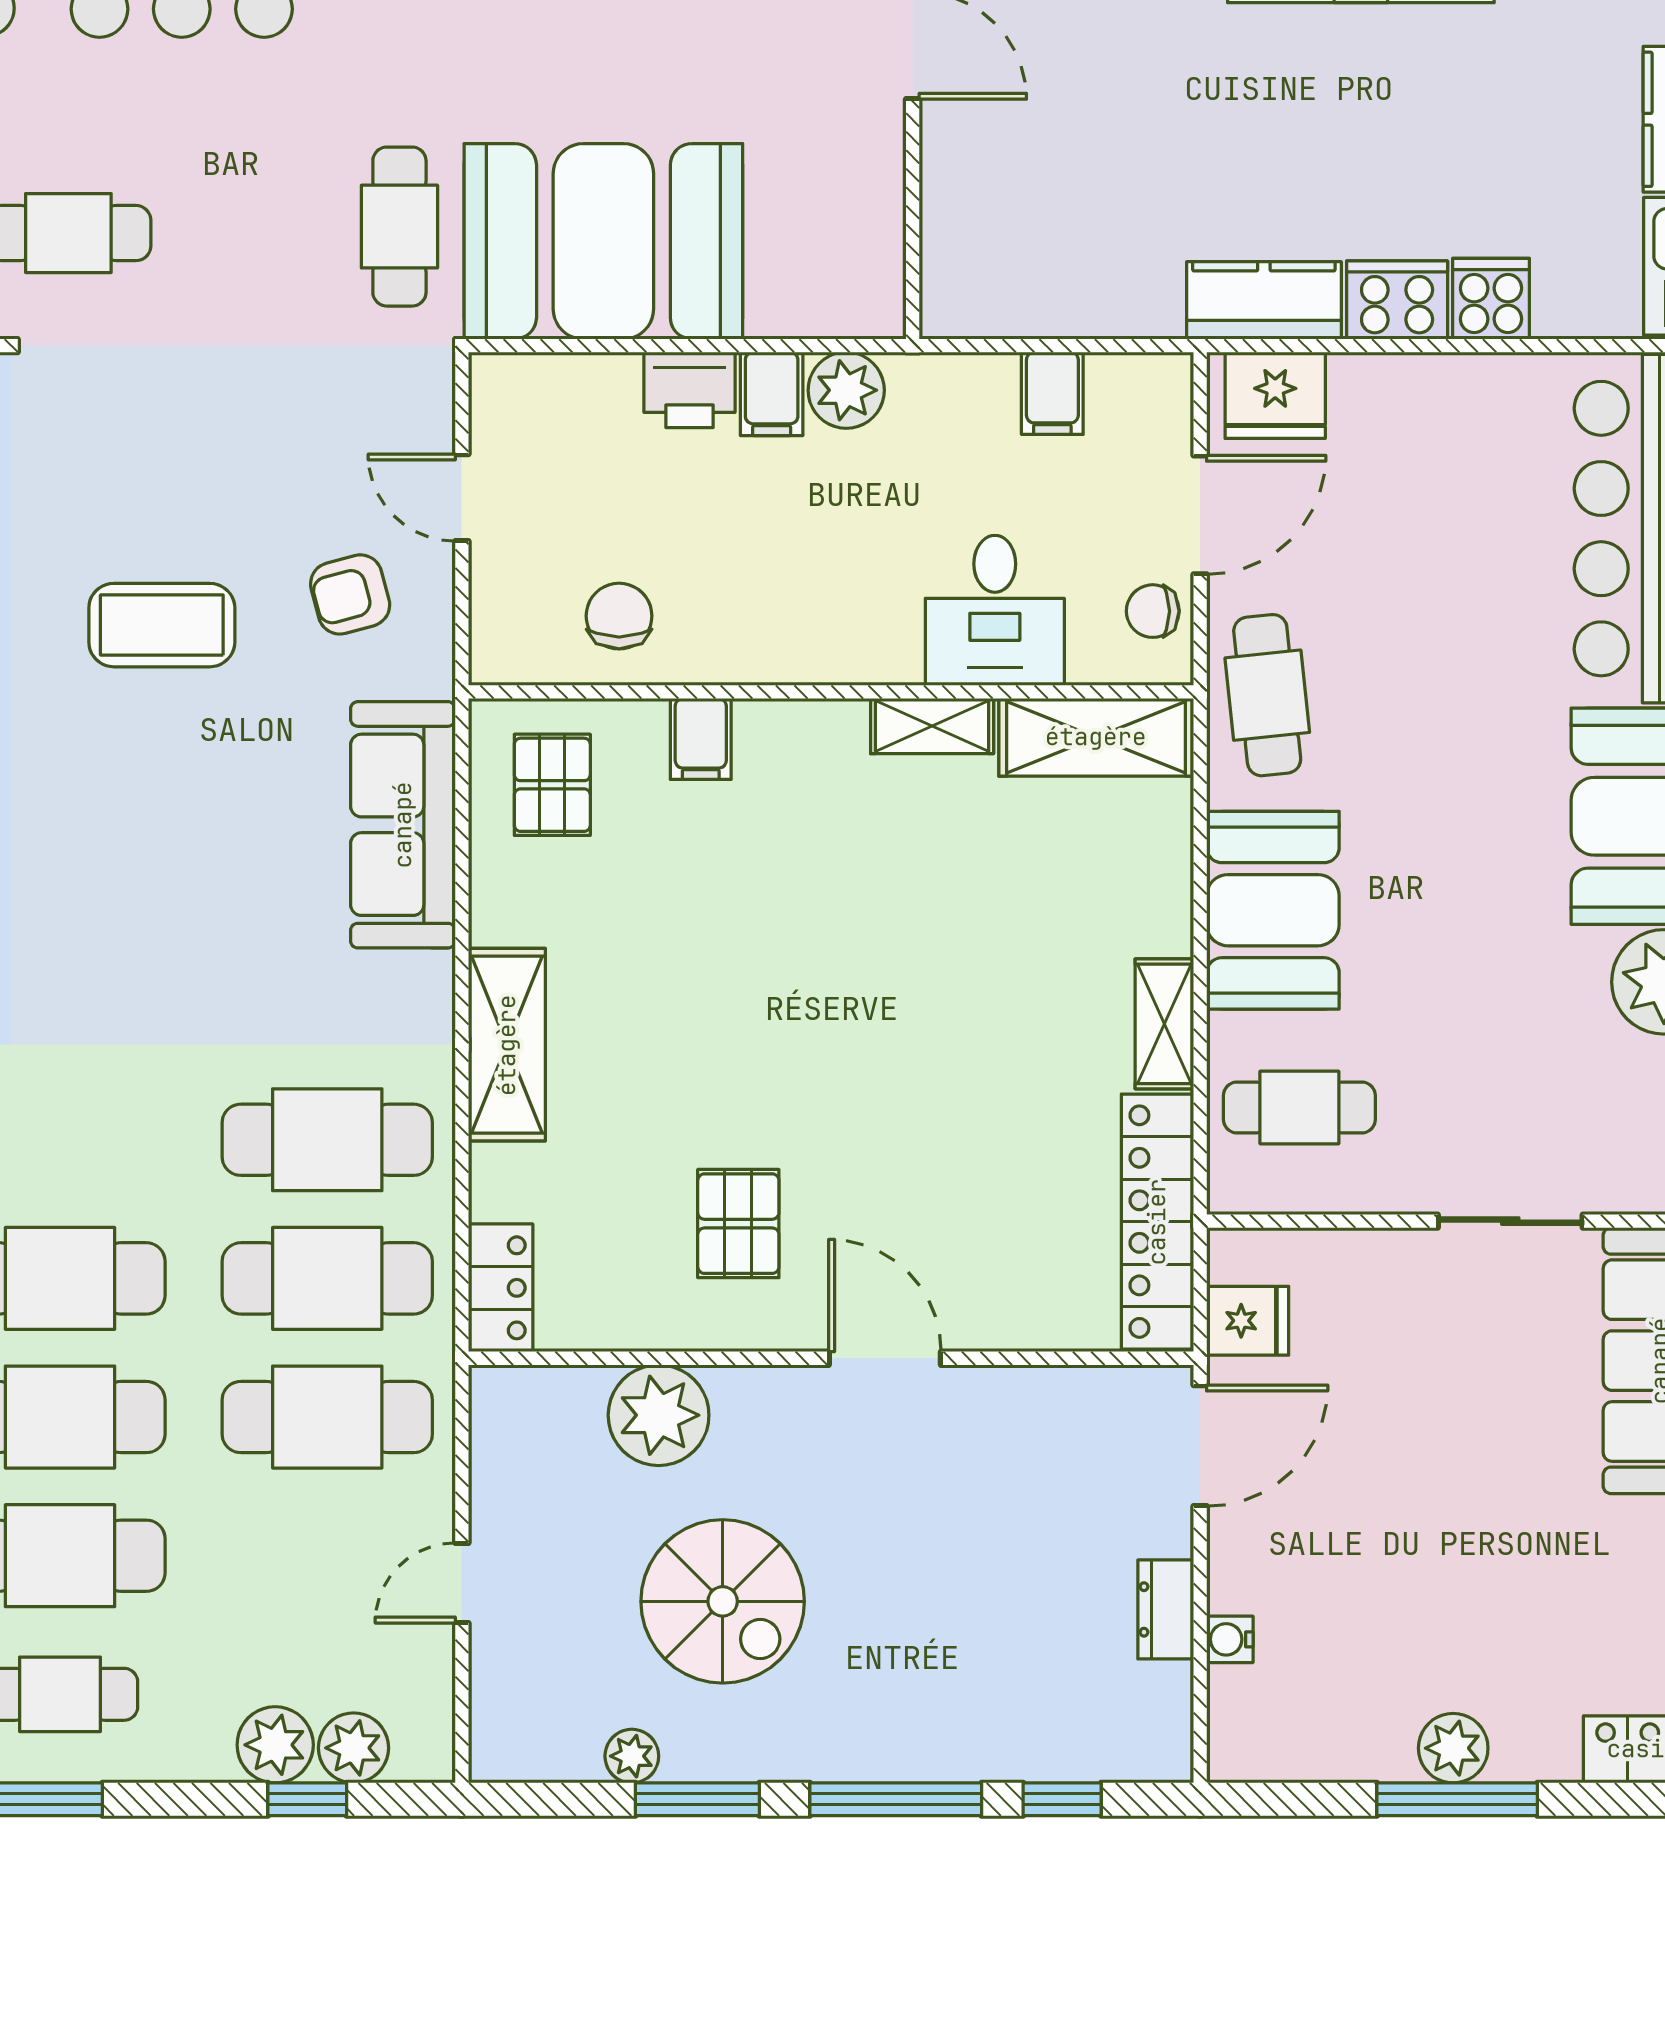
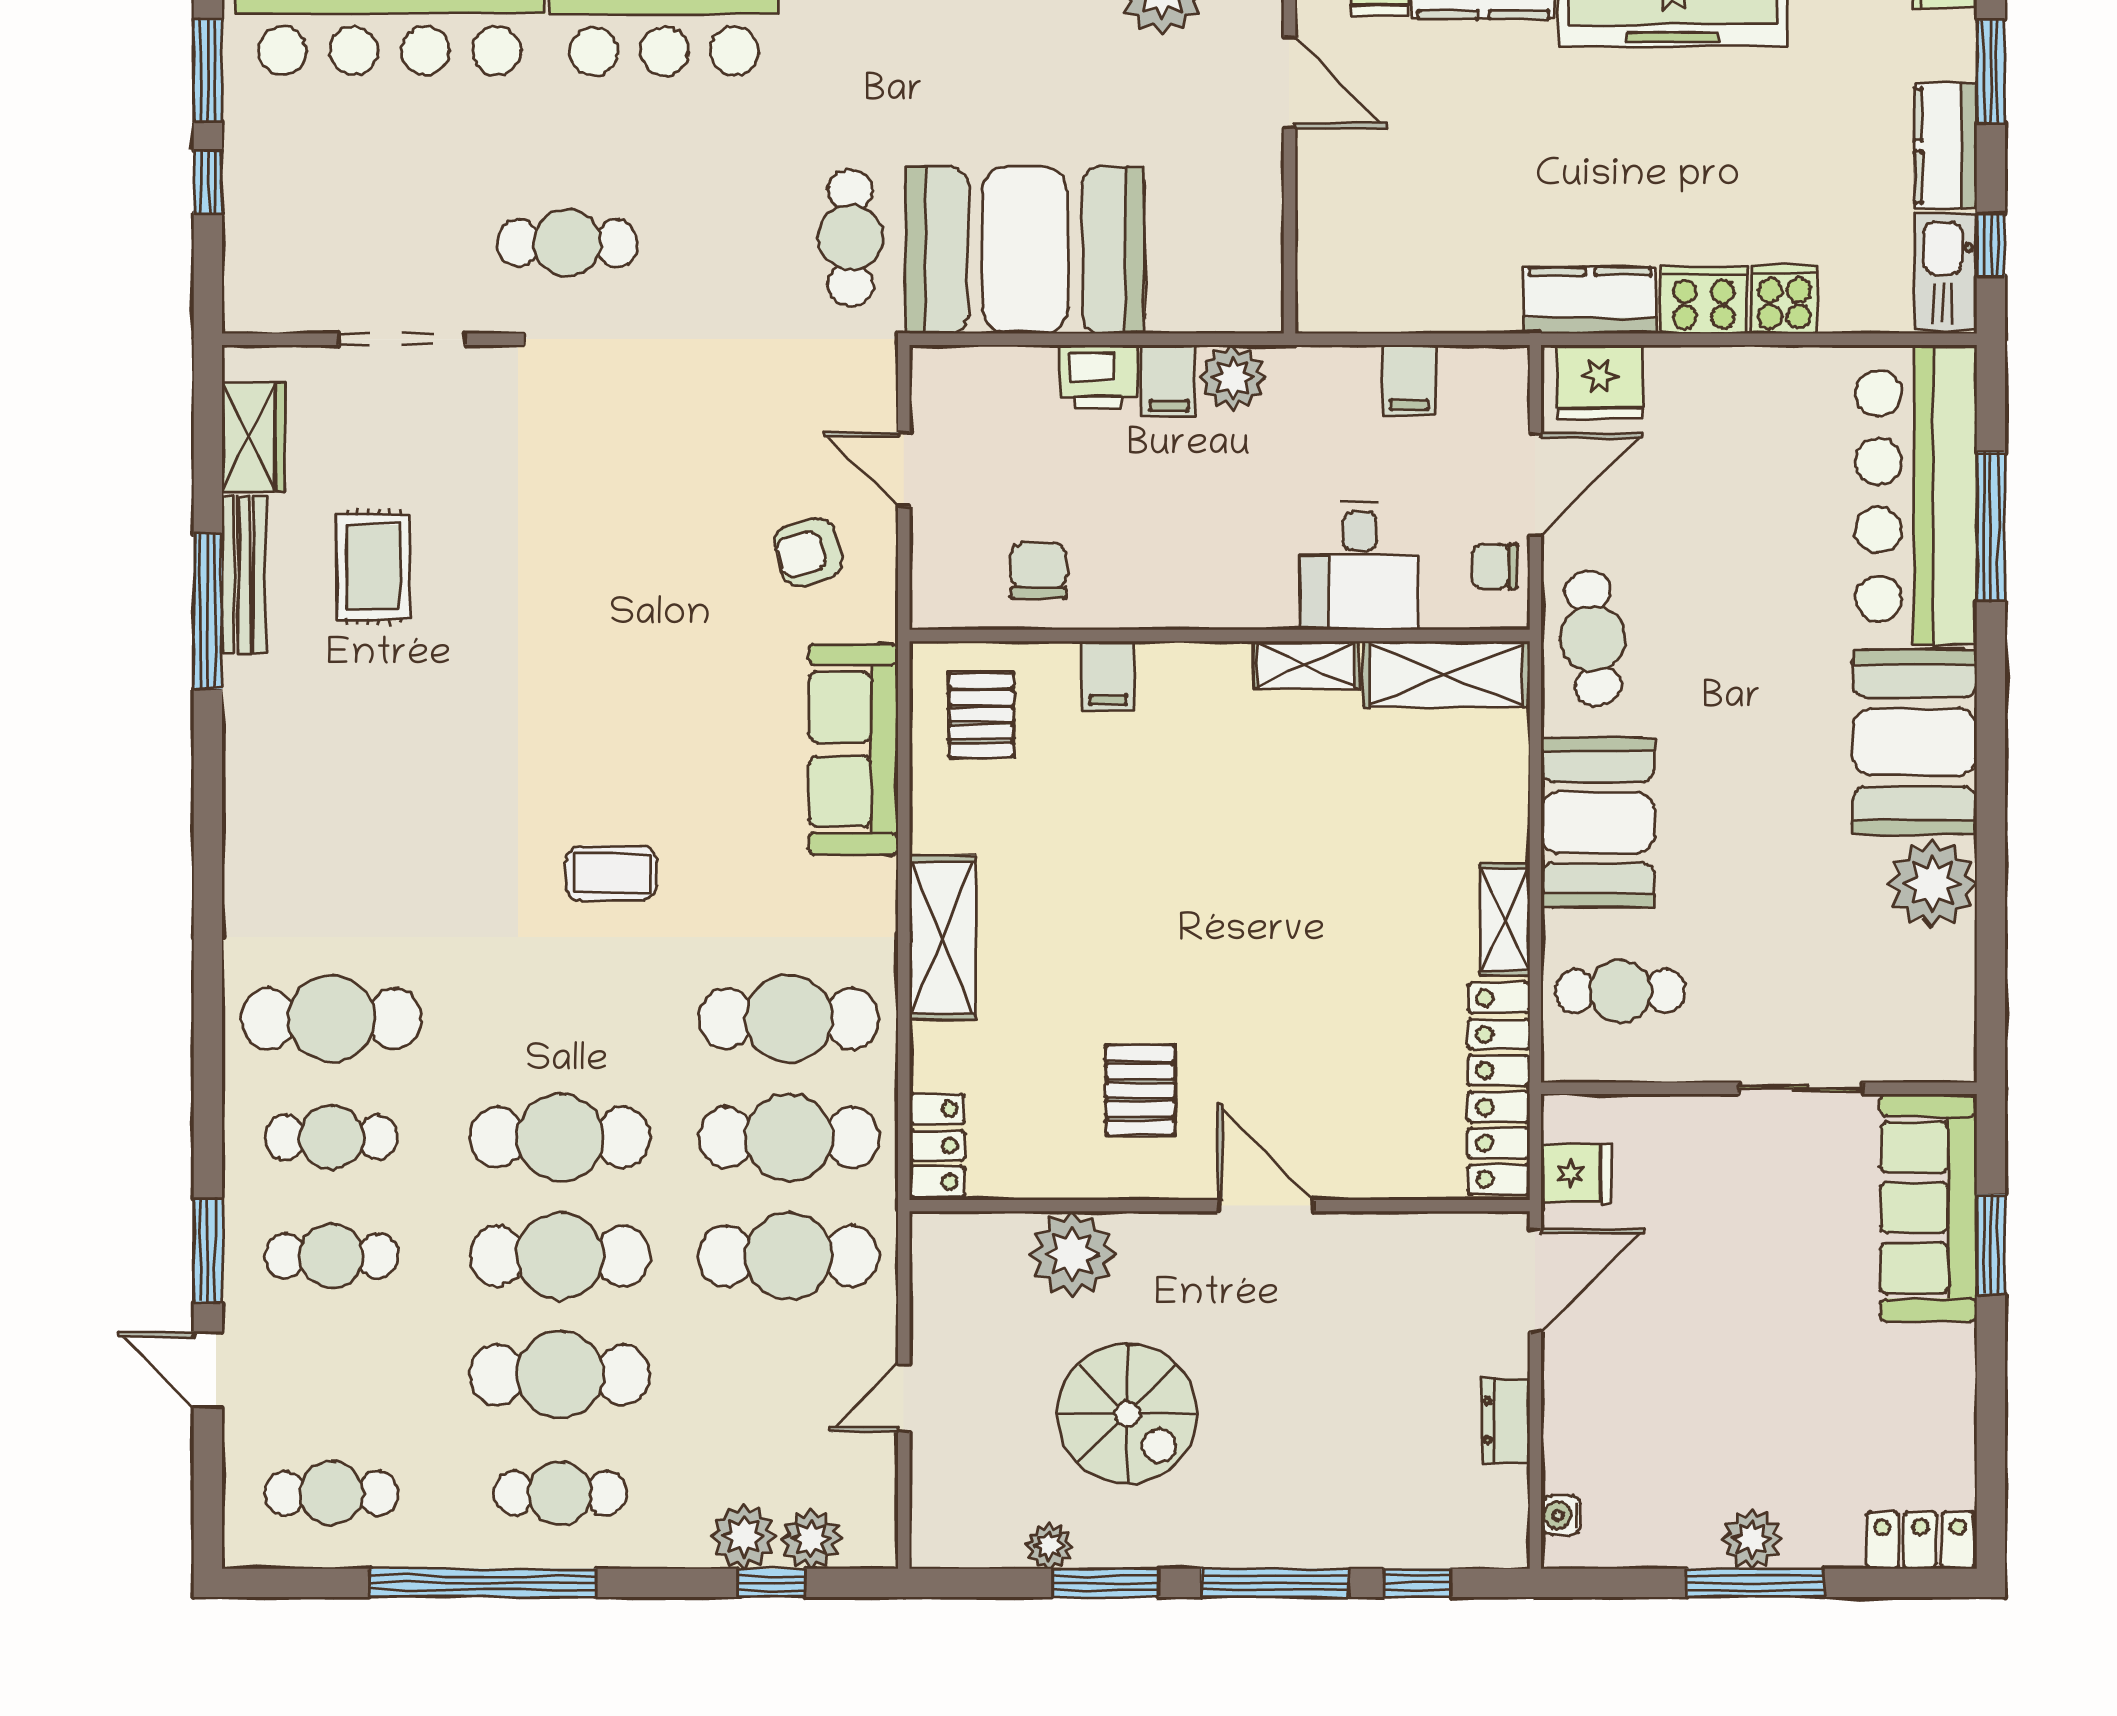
coffee table: (162, 625) -> (611, 873), moved, width x0.73, depth x0.77
water cooler: (1230, 1639) -> (1561, 1515), moved

